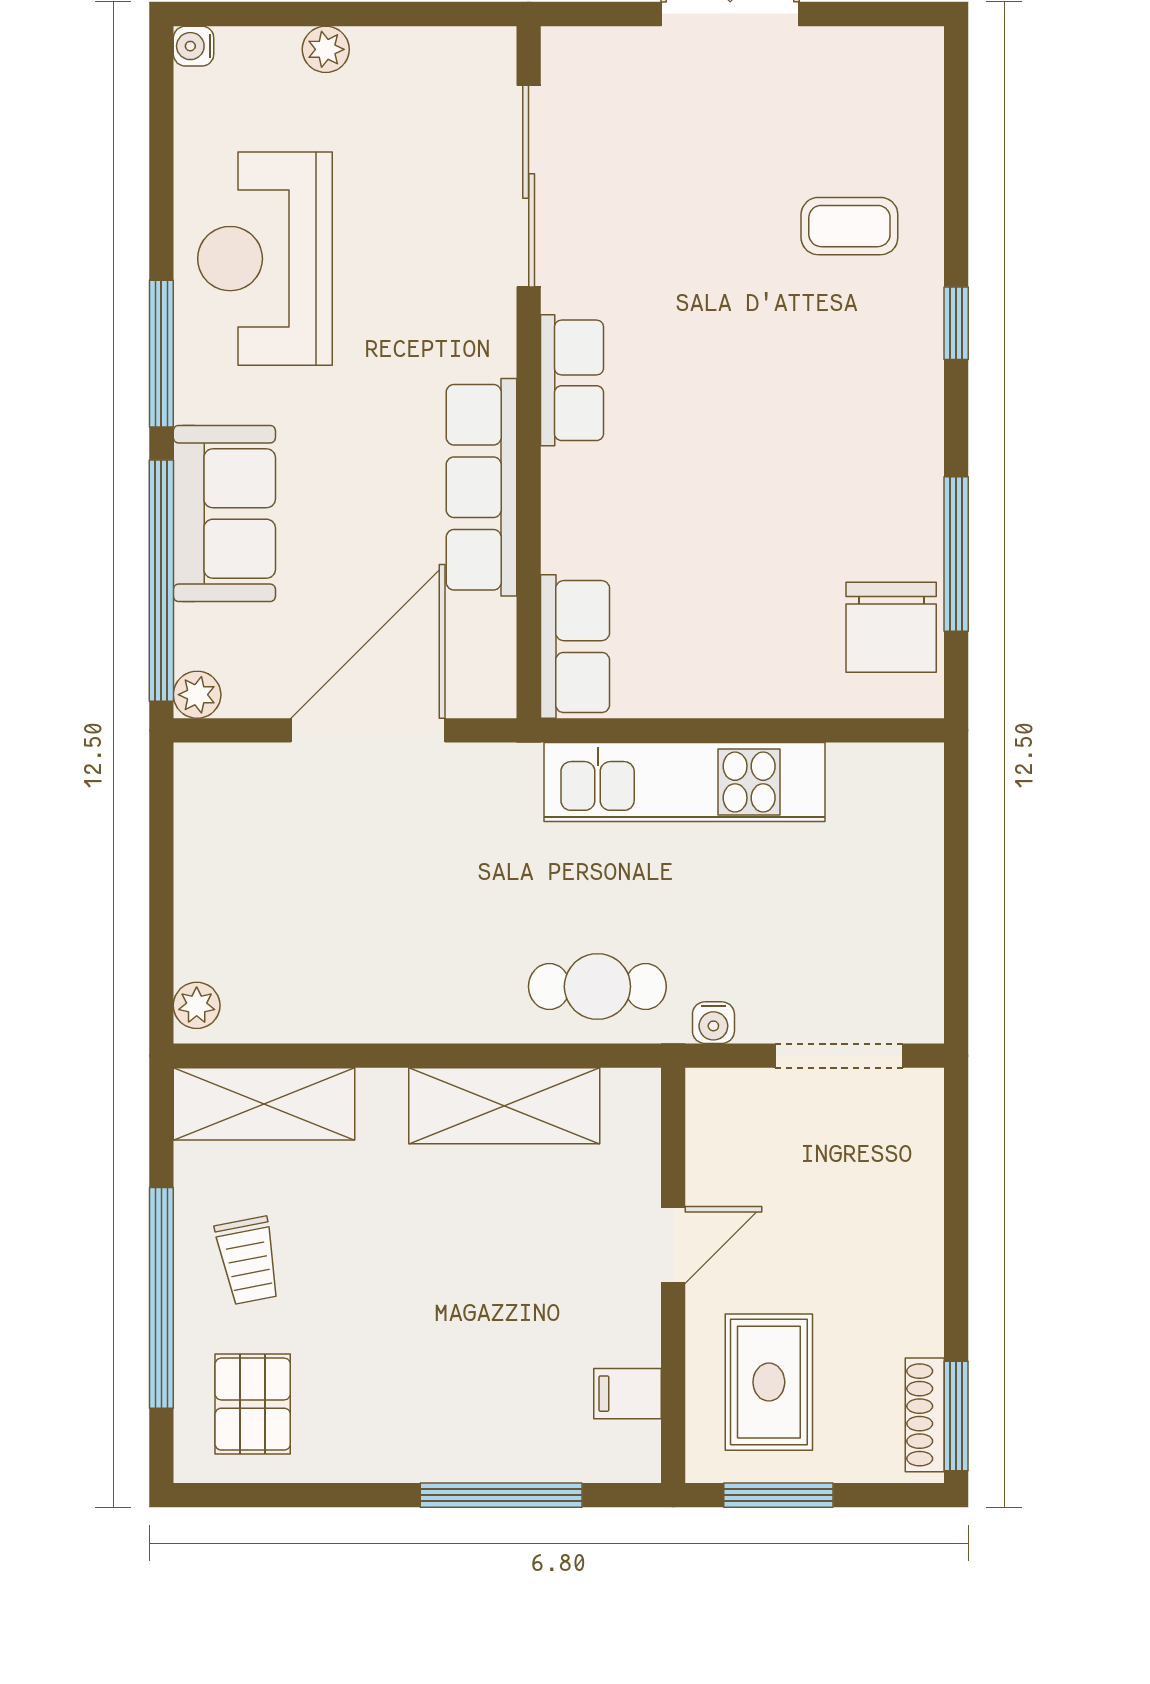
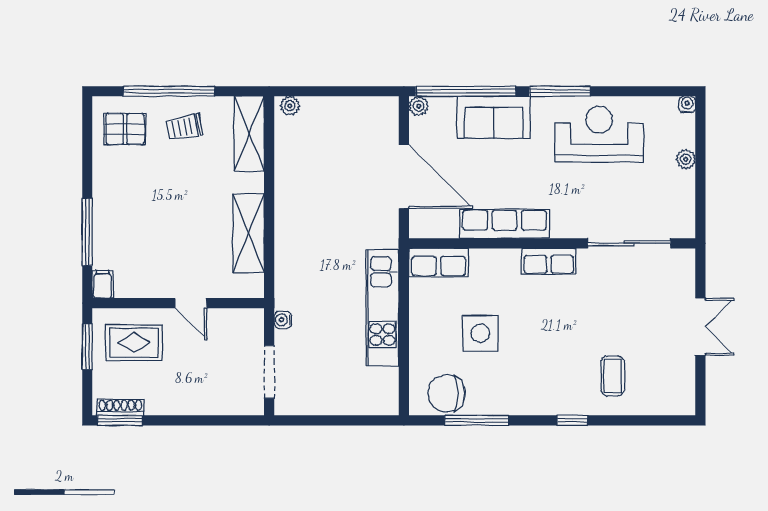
side table: (746, 545) -> (480, 333), added
cafe table: (597, 987) -> (298, 272), removed
filing cabinet: (627, 1394) -> (103, 284), moved

